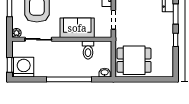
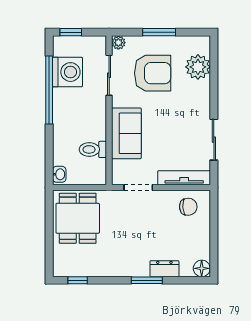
window: (176, 40) -> (78, 280), moved
washing machine: (24, 67) -> (67, 72), moved
window: (69, 79) -> (49, 90), moved

